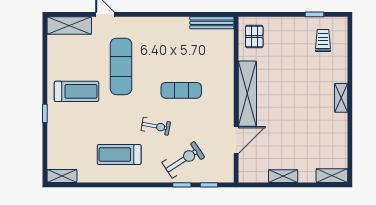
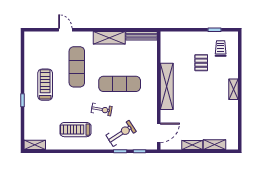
shelving: (69, 26) -> (109, 38), moved
pallet: (254, 36) -> (201, 63), moved
exercise mat: (181, 90) -> (120, 84), width x1.36, depth x1.45
treadmill: (77, 91) -> (45, 85), turned -90
door: (236, 140) -> (159, 133), moved
shelving: (332, 176) -> (215, 145), moved

